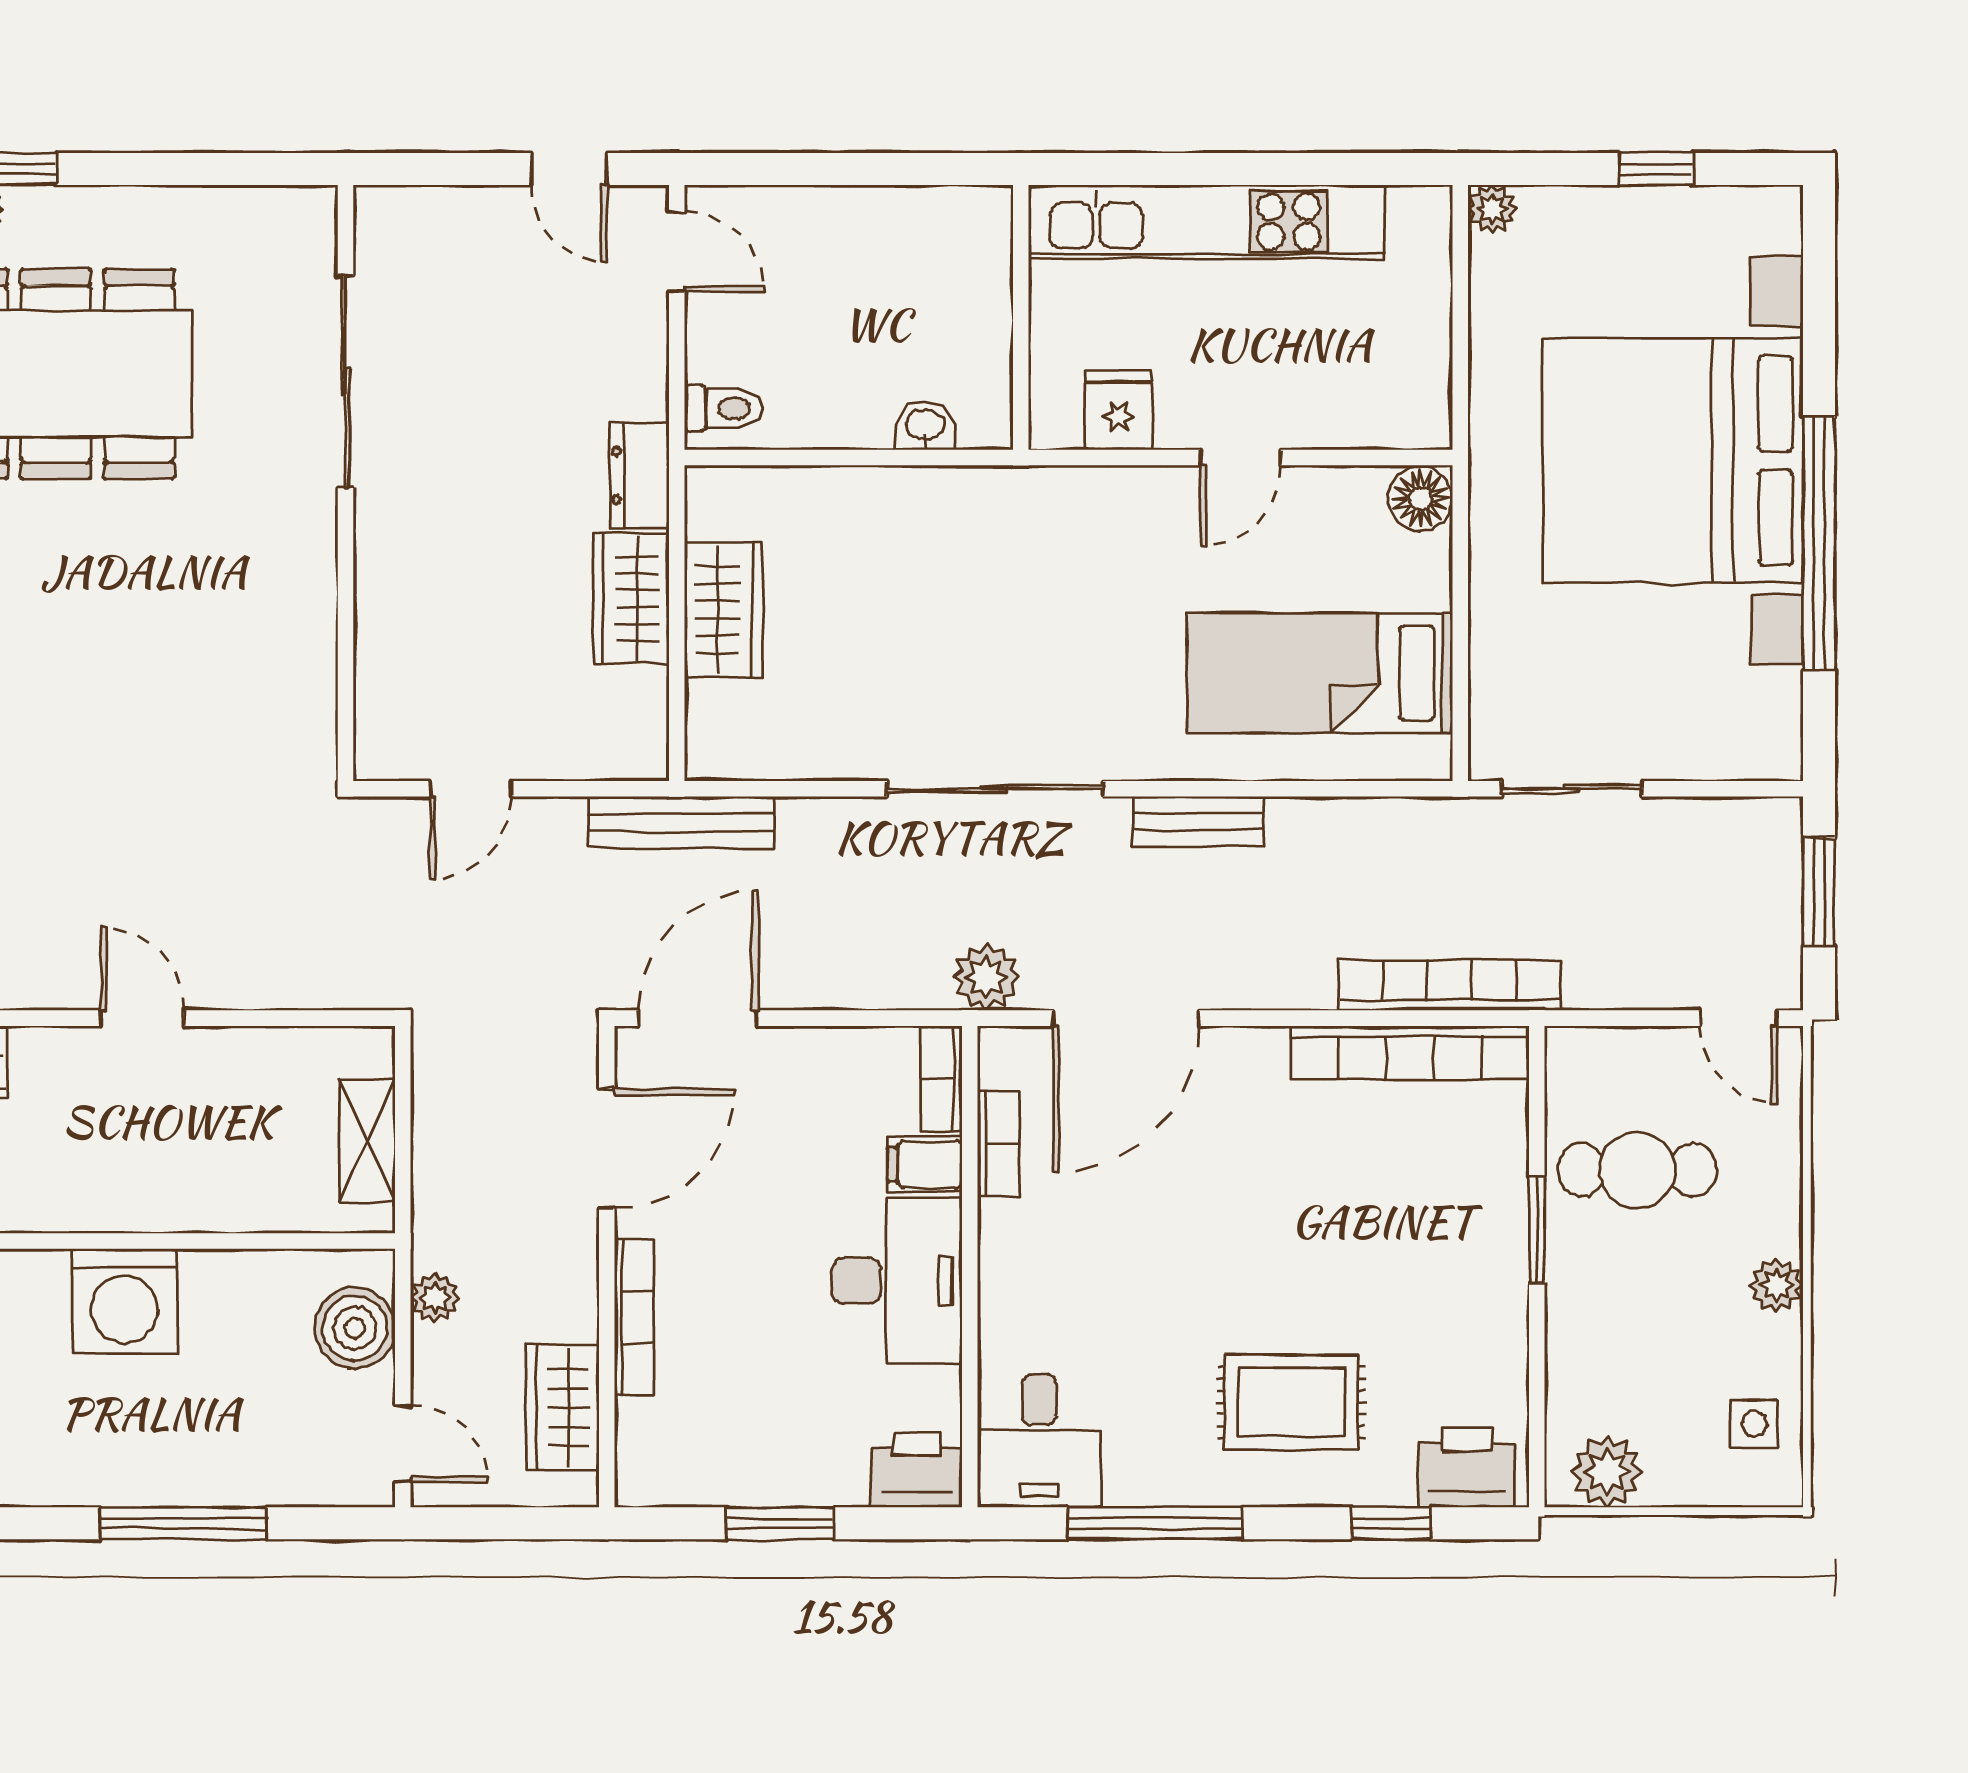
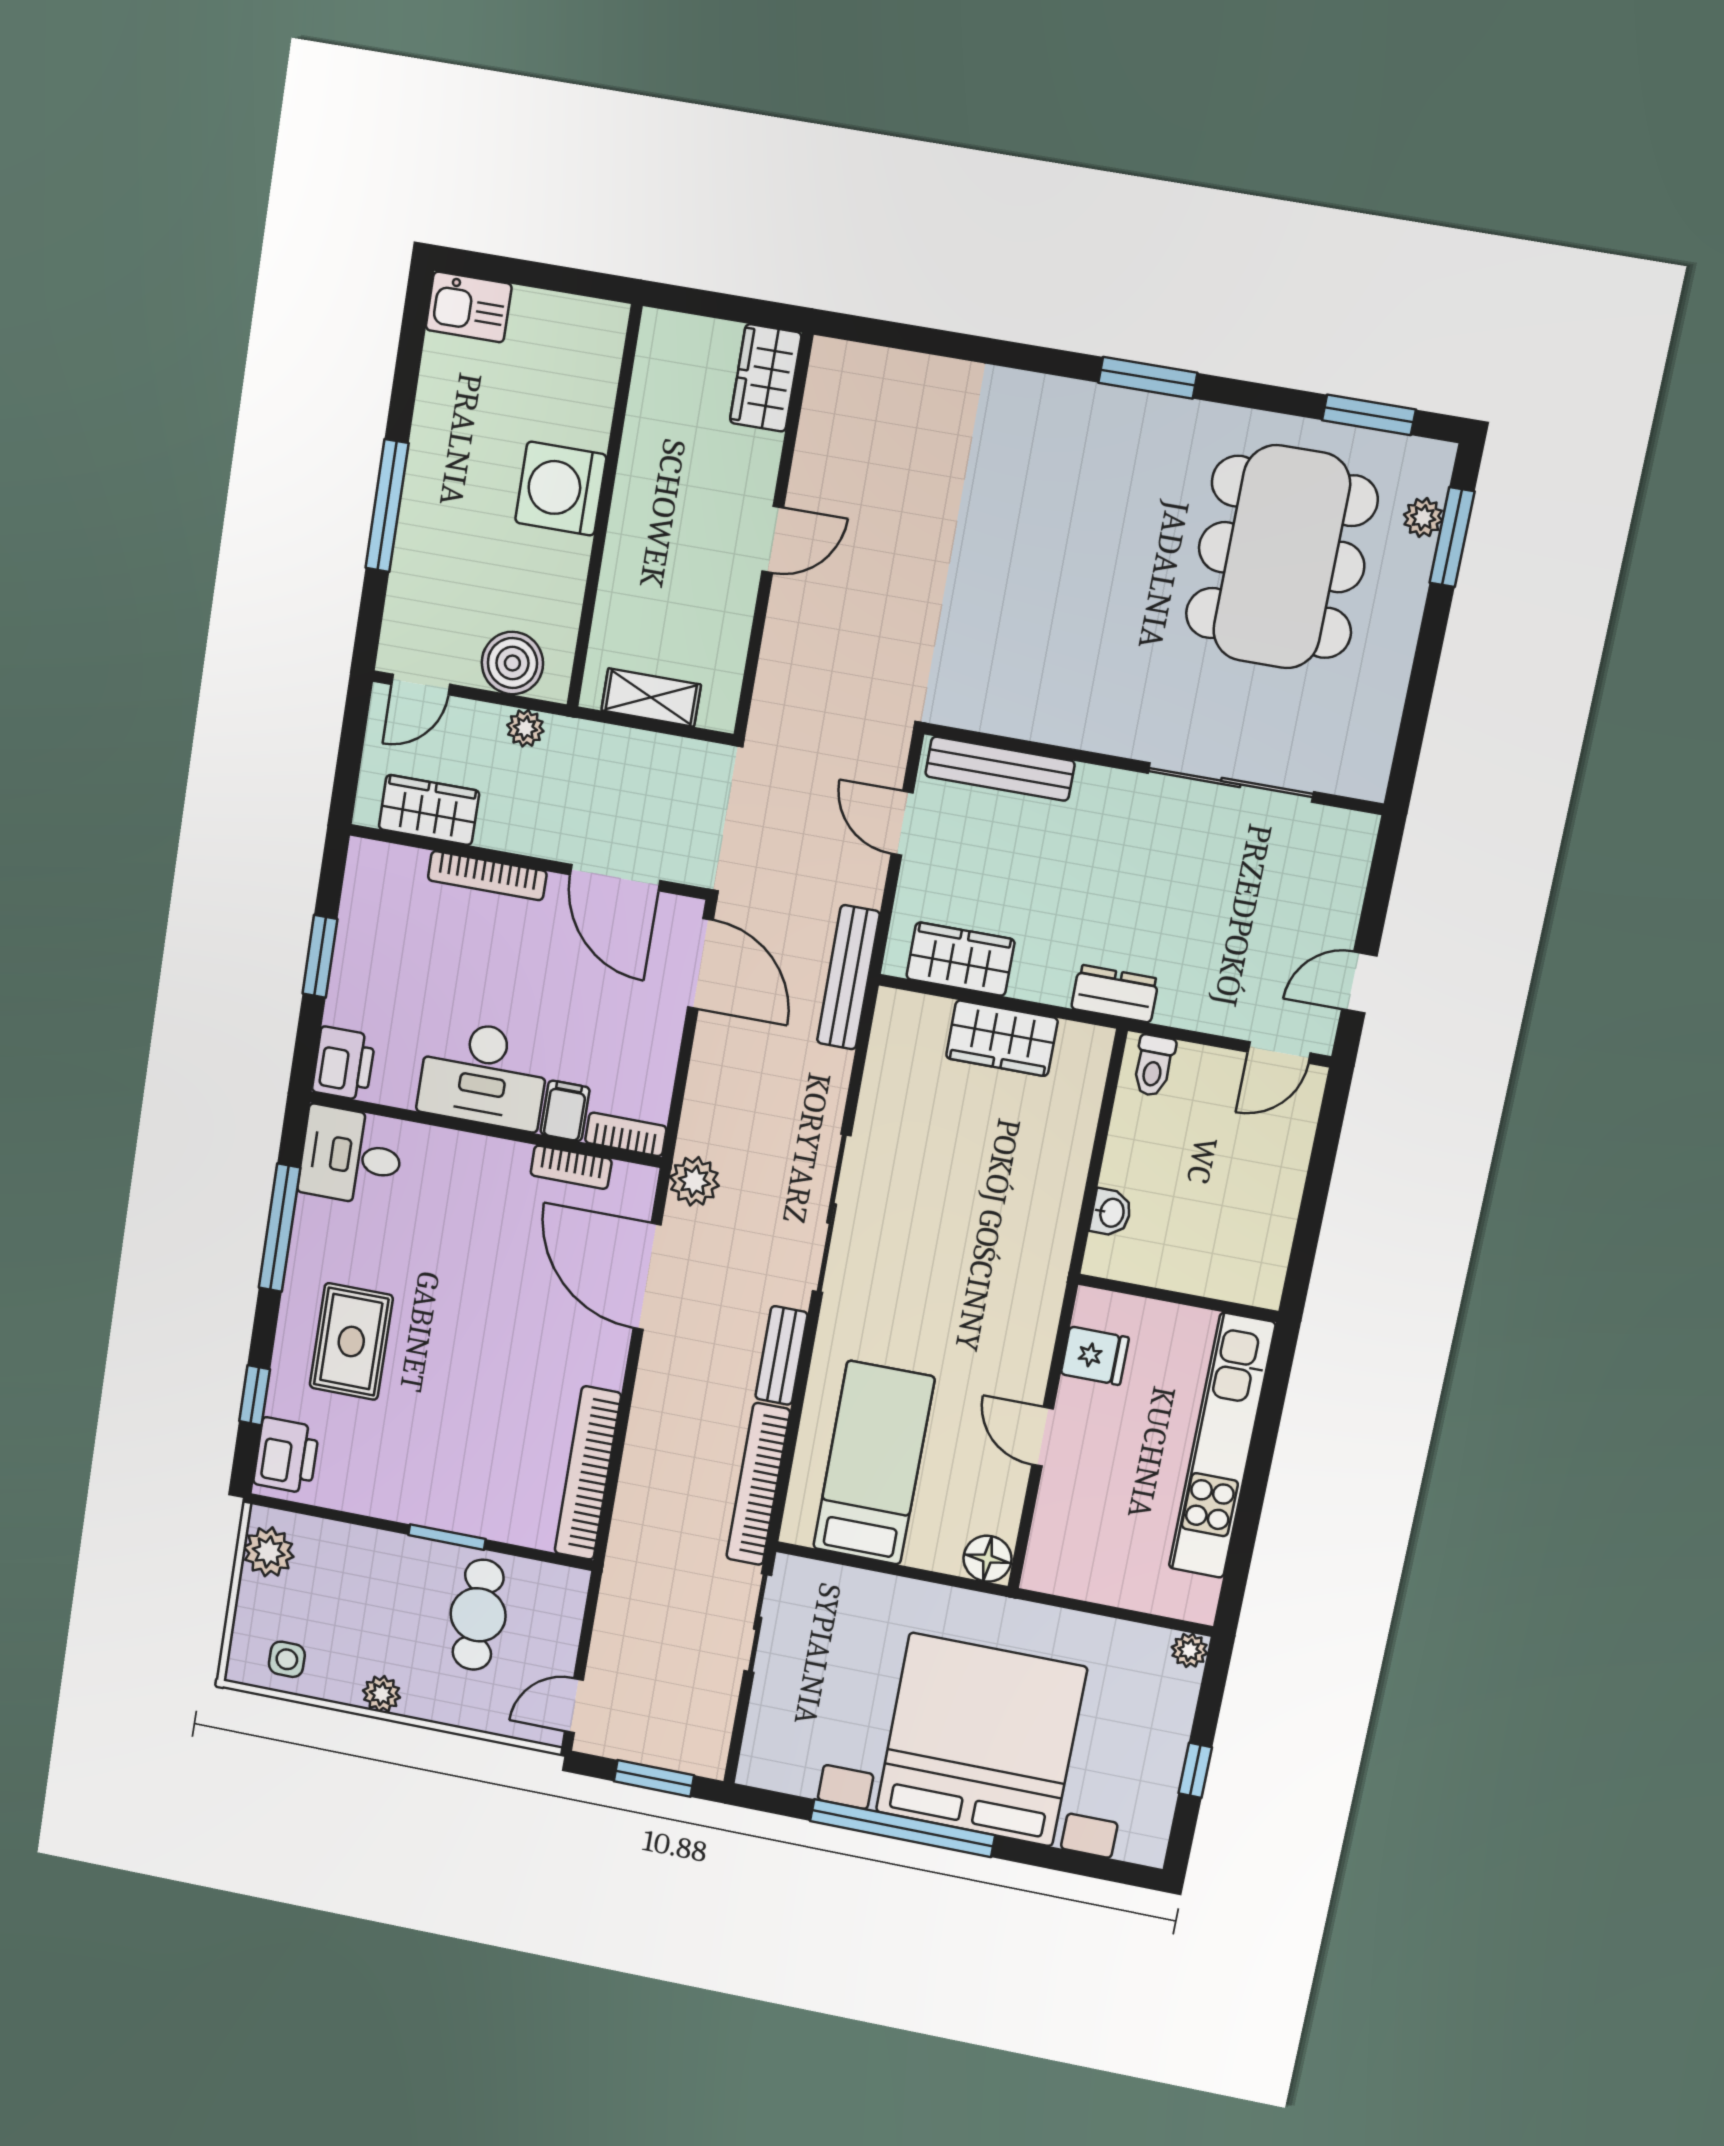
wardrobe: (631, 599) -> (960, 959), moved
bench: (379, 677) -> (1000, 769), added
bookcase: (1450, 985) -> (758, 1484), moved, turned 180

